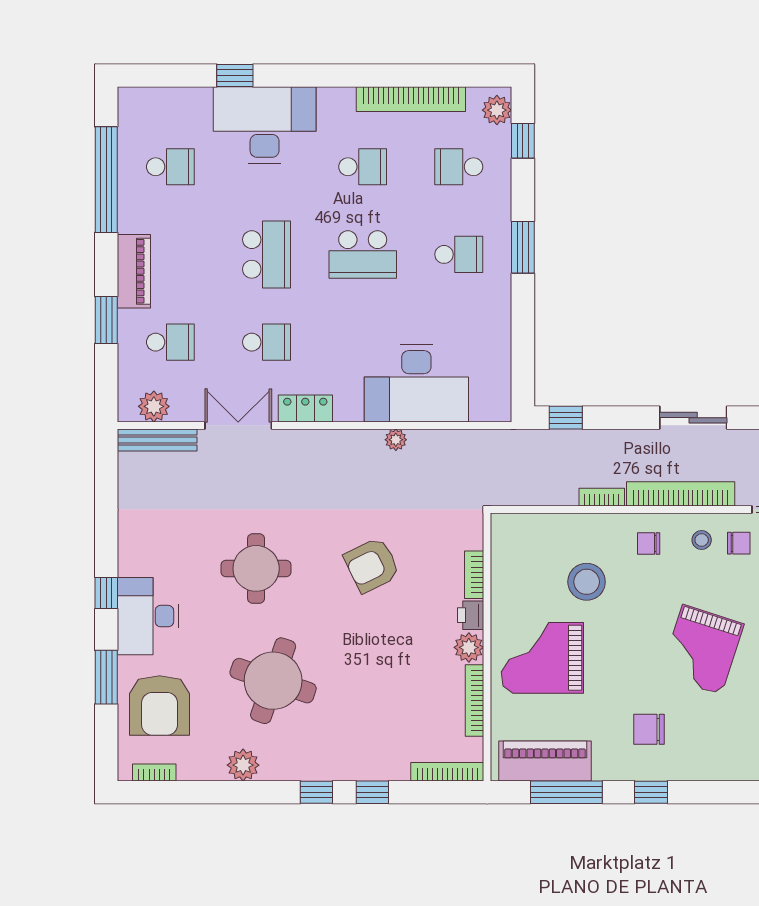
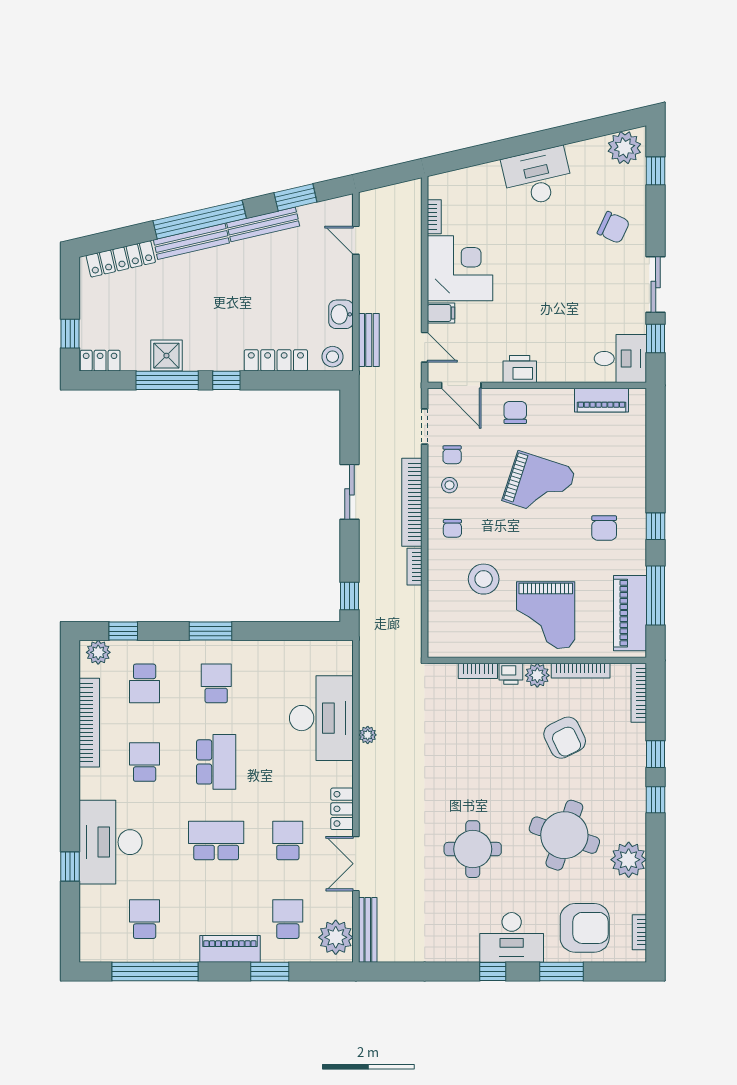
plant: (154, 406) -> (336, 937), width x1.36, depth x1.36
chair: (739, 543) -> (452, 455), turned 180
armchair: (372, 565) -> (565, 738), moved
plant: (243, 765) -> (629, 860), width x1.36, depth x1.36

